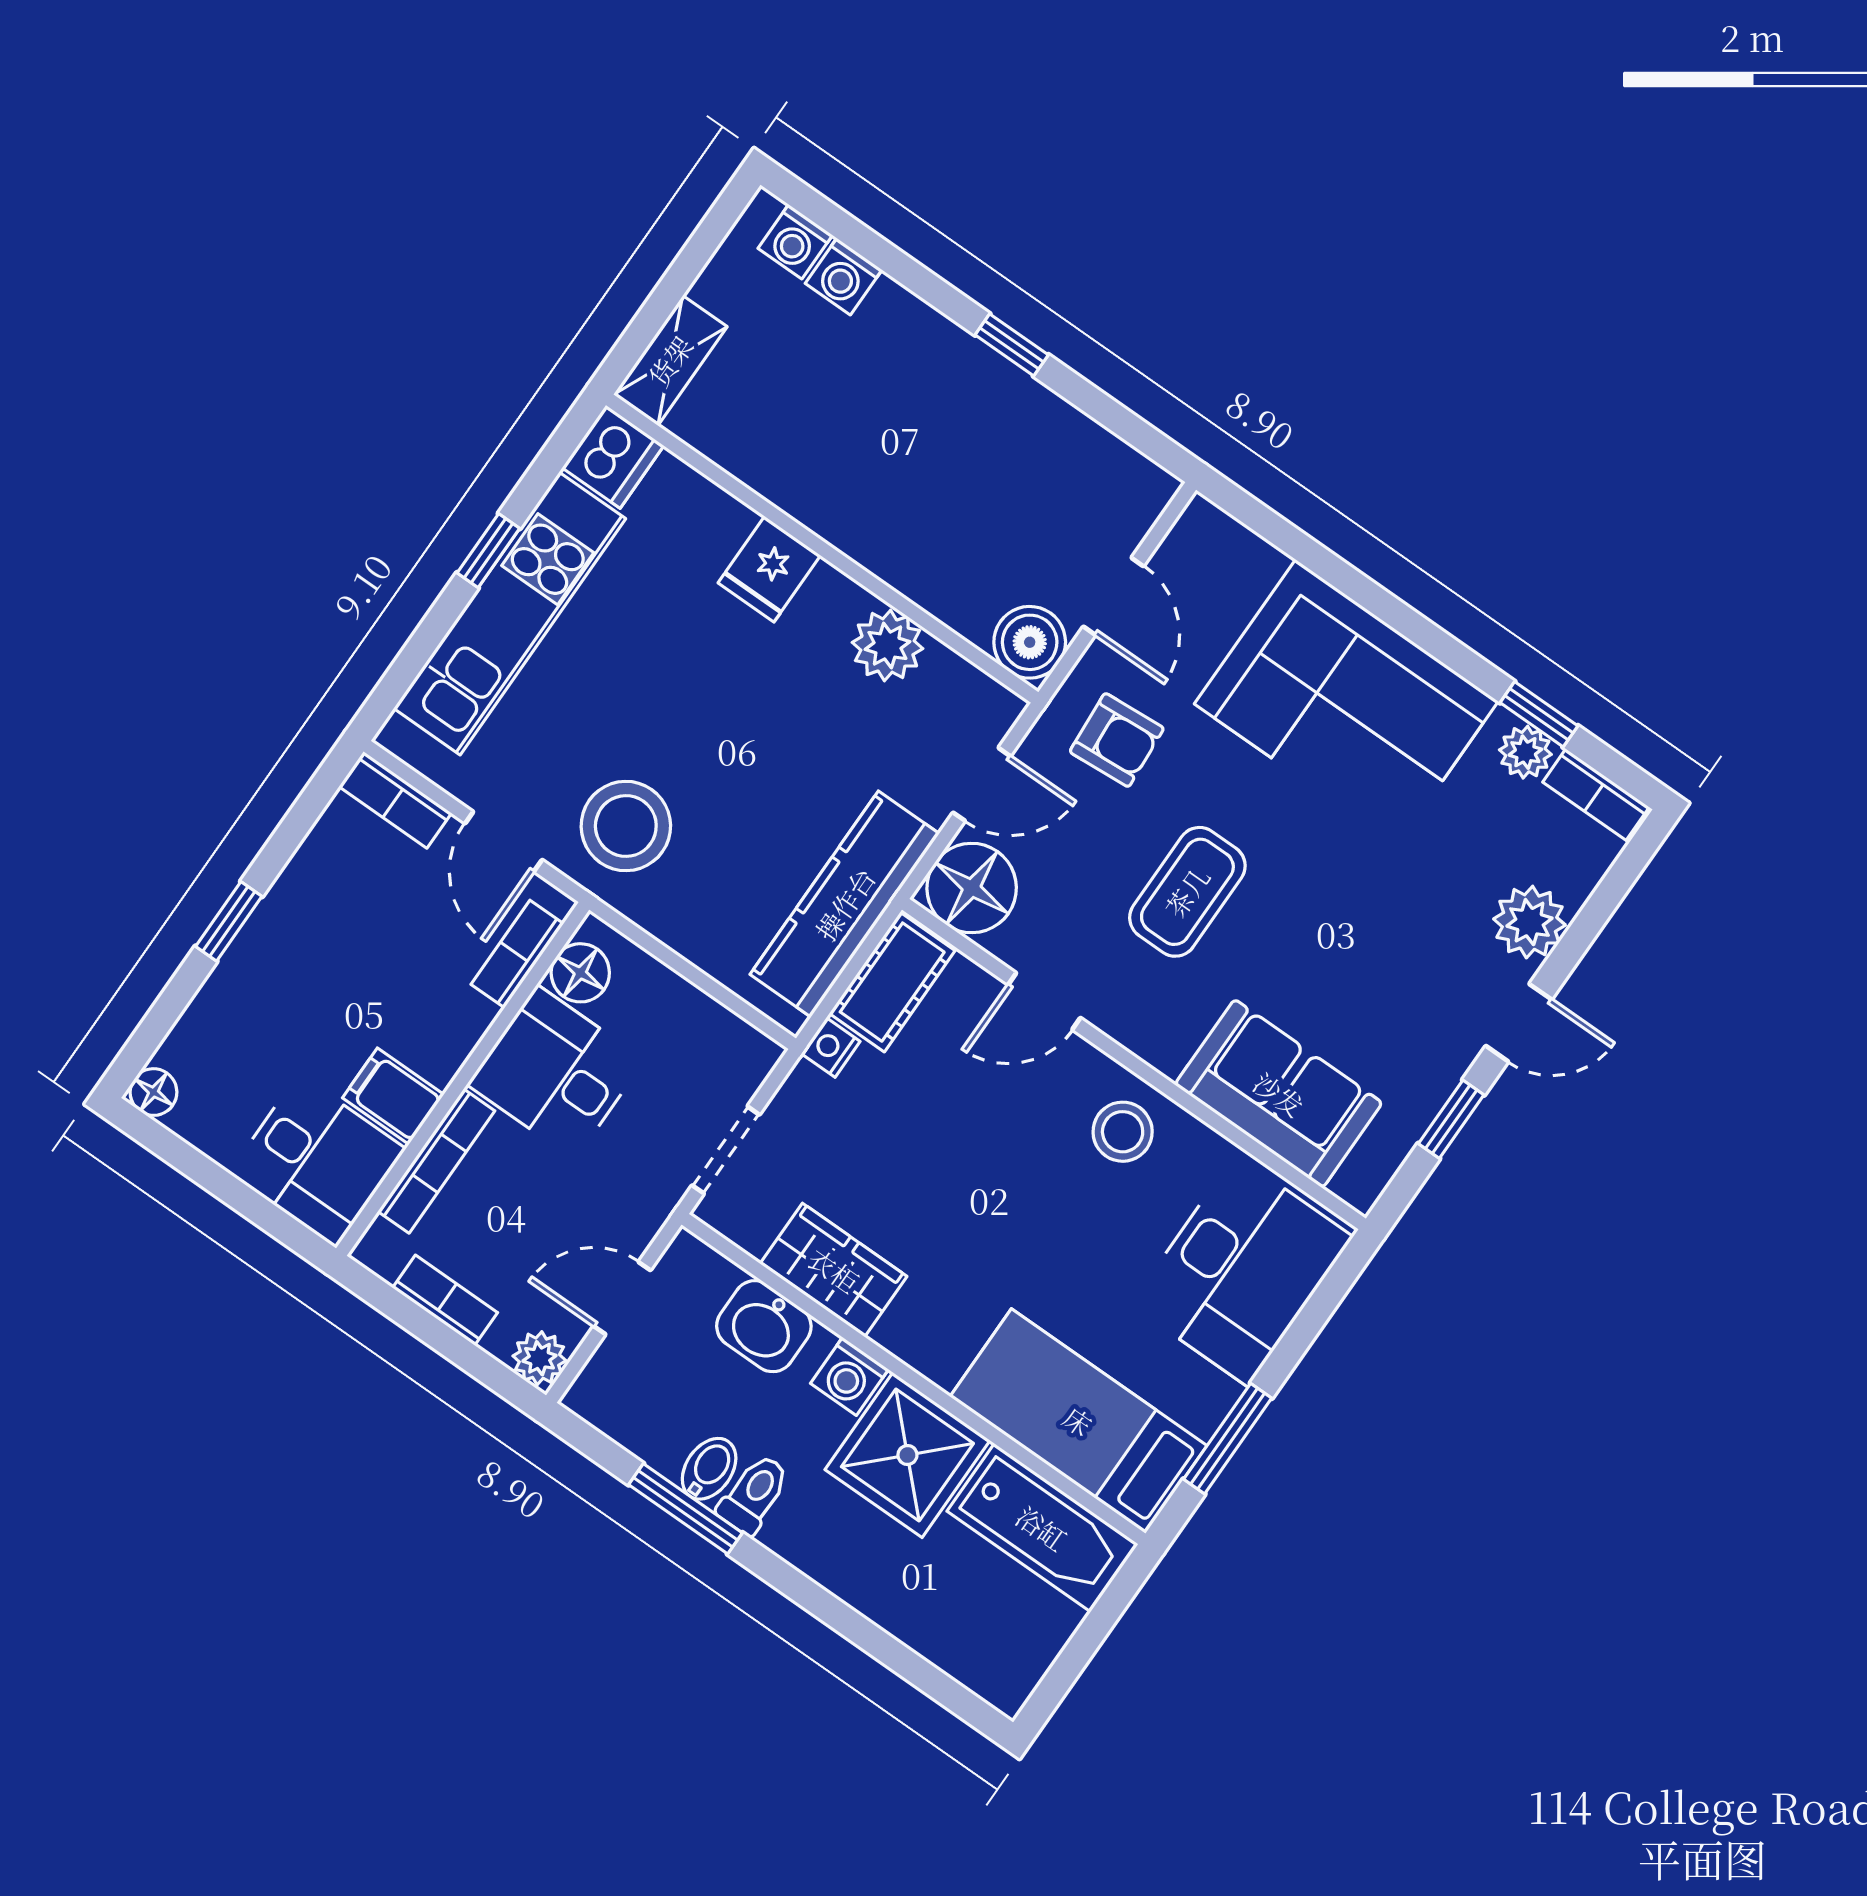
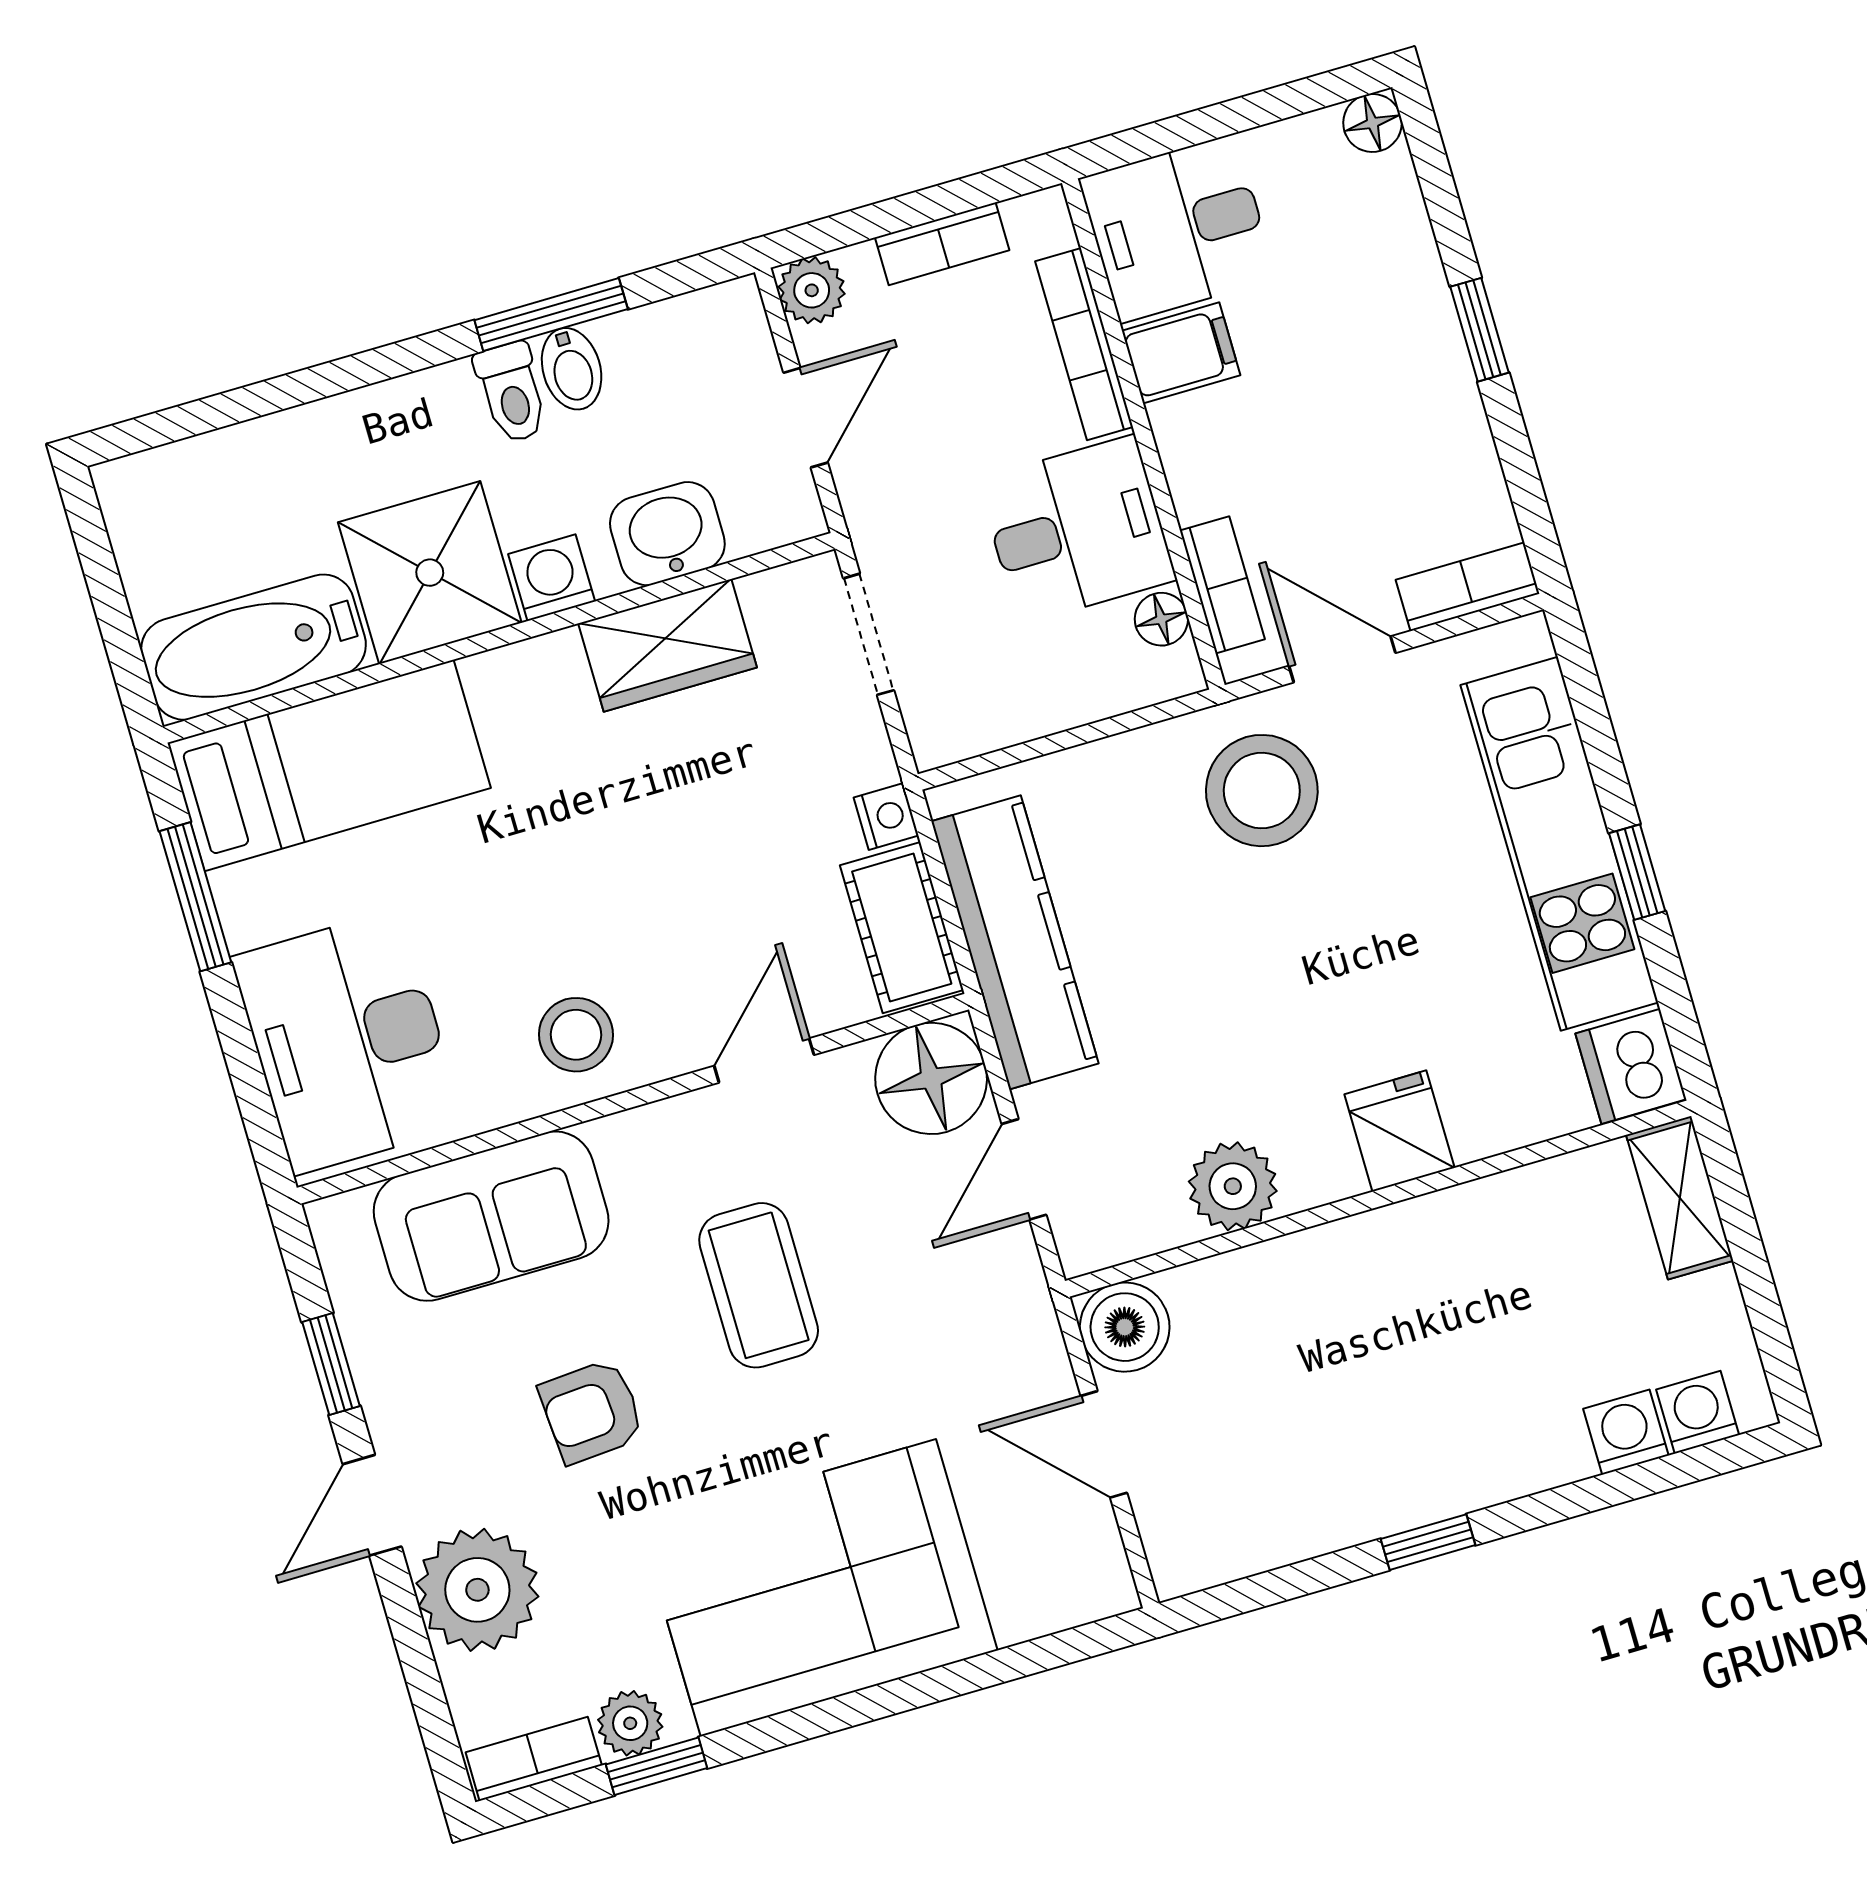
armchair: (1117, 740) -> (592, 1411), moved
plant: (1529, 922) -> (477, 1590), width x1.36, depth x1.36
floor lamp: (580, 973) -> (1161, 619), width x0.73, depth x0.73

